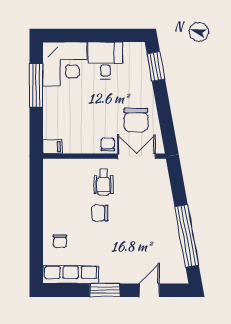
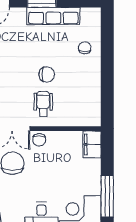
filing cabinet: (52, 147) -> (92, 144), width x2.00
row of seats: (71, 275) -> (53, 16), moved

